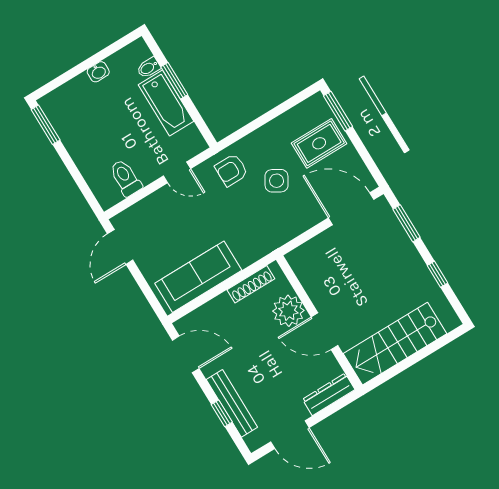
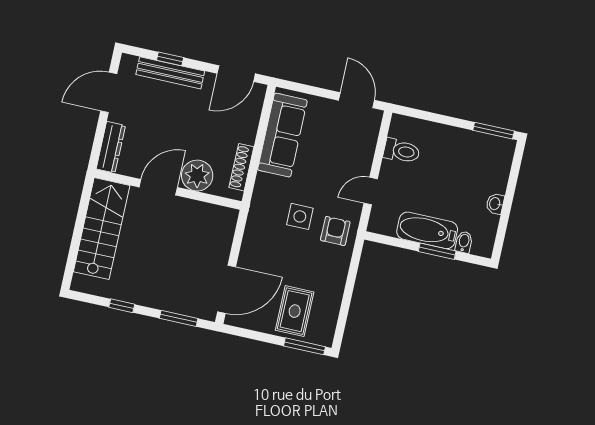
side table: (277, 181) -> (300, 216), moved, turned -31

